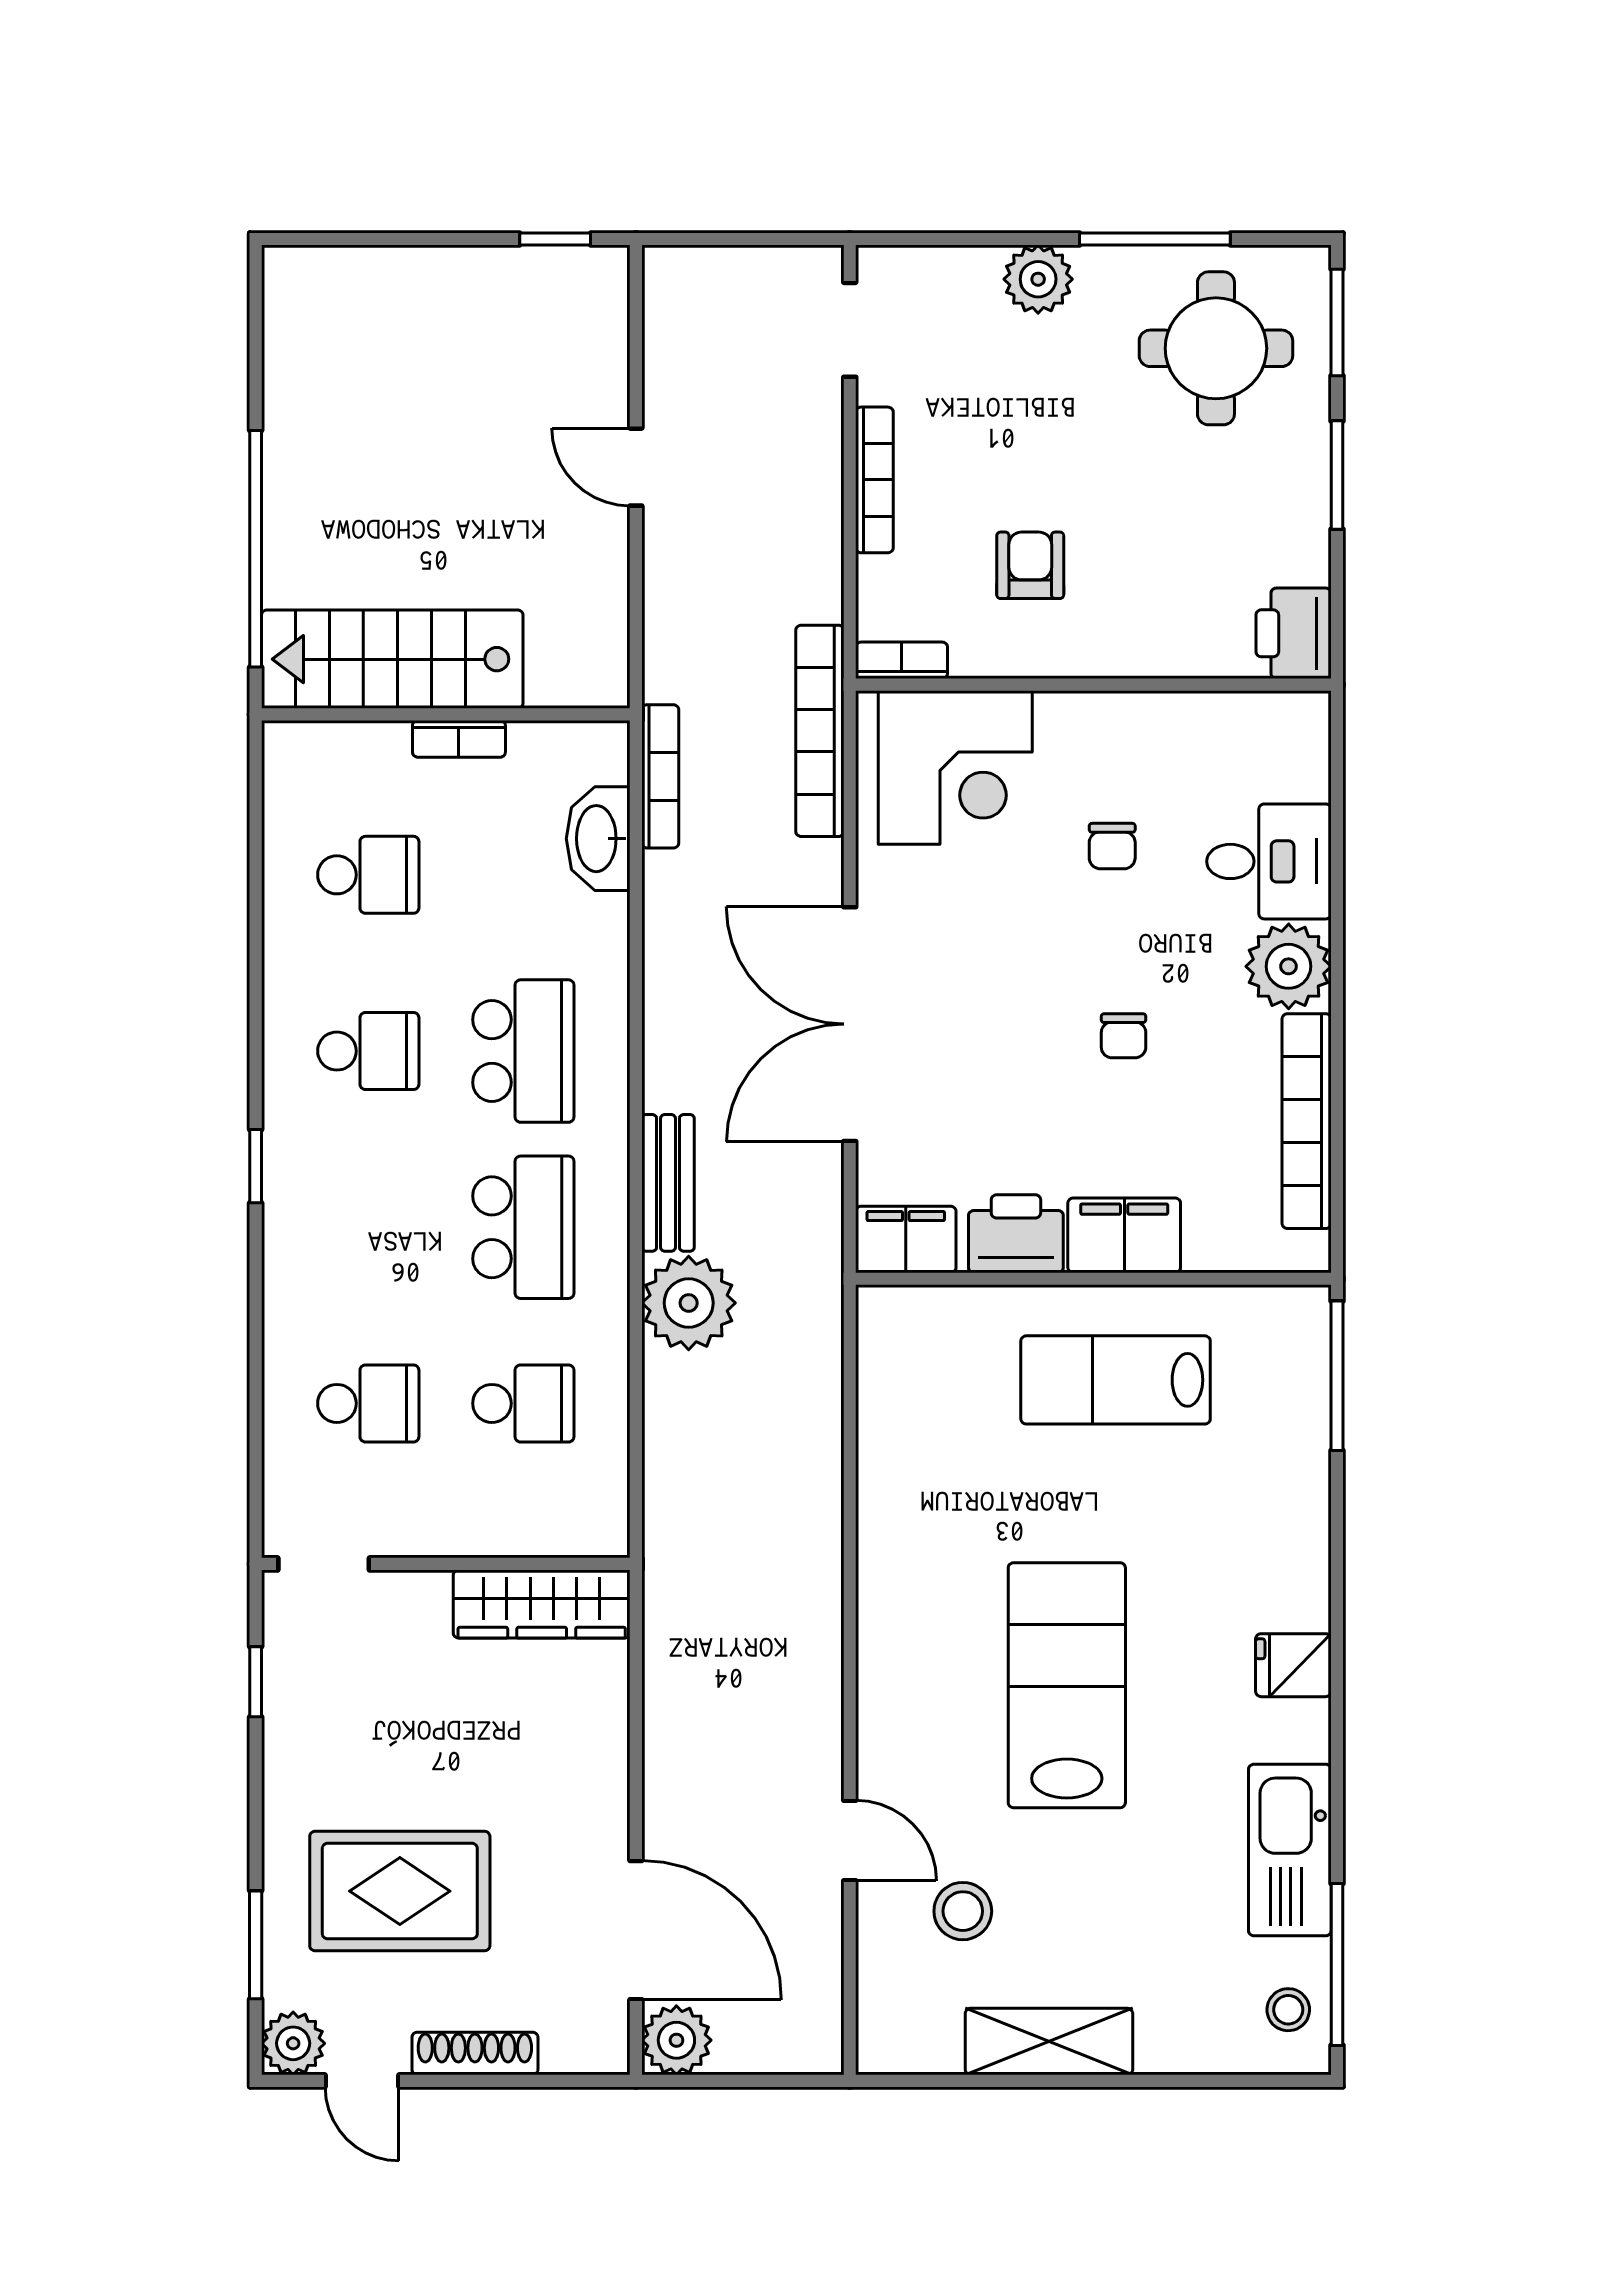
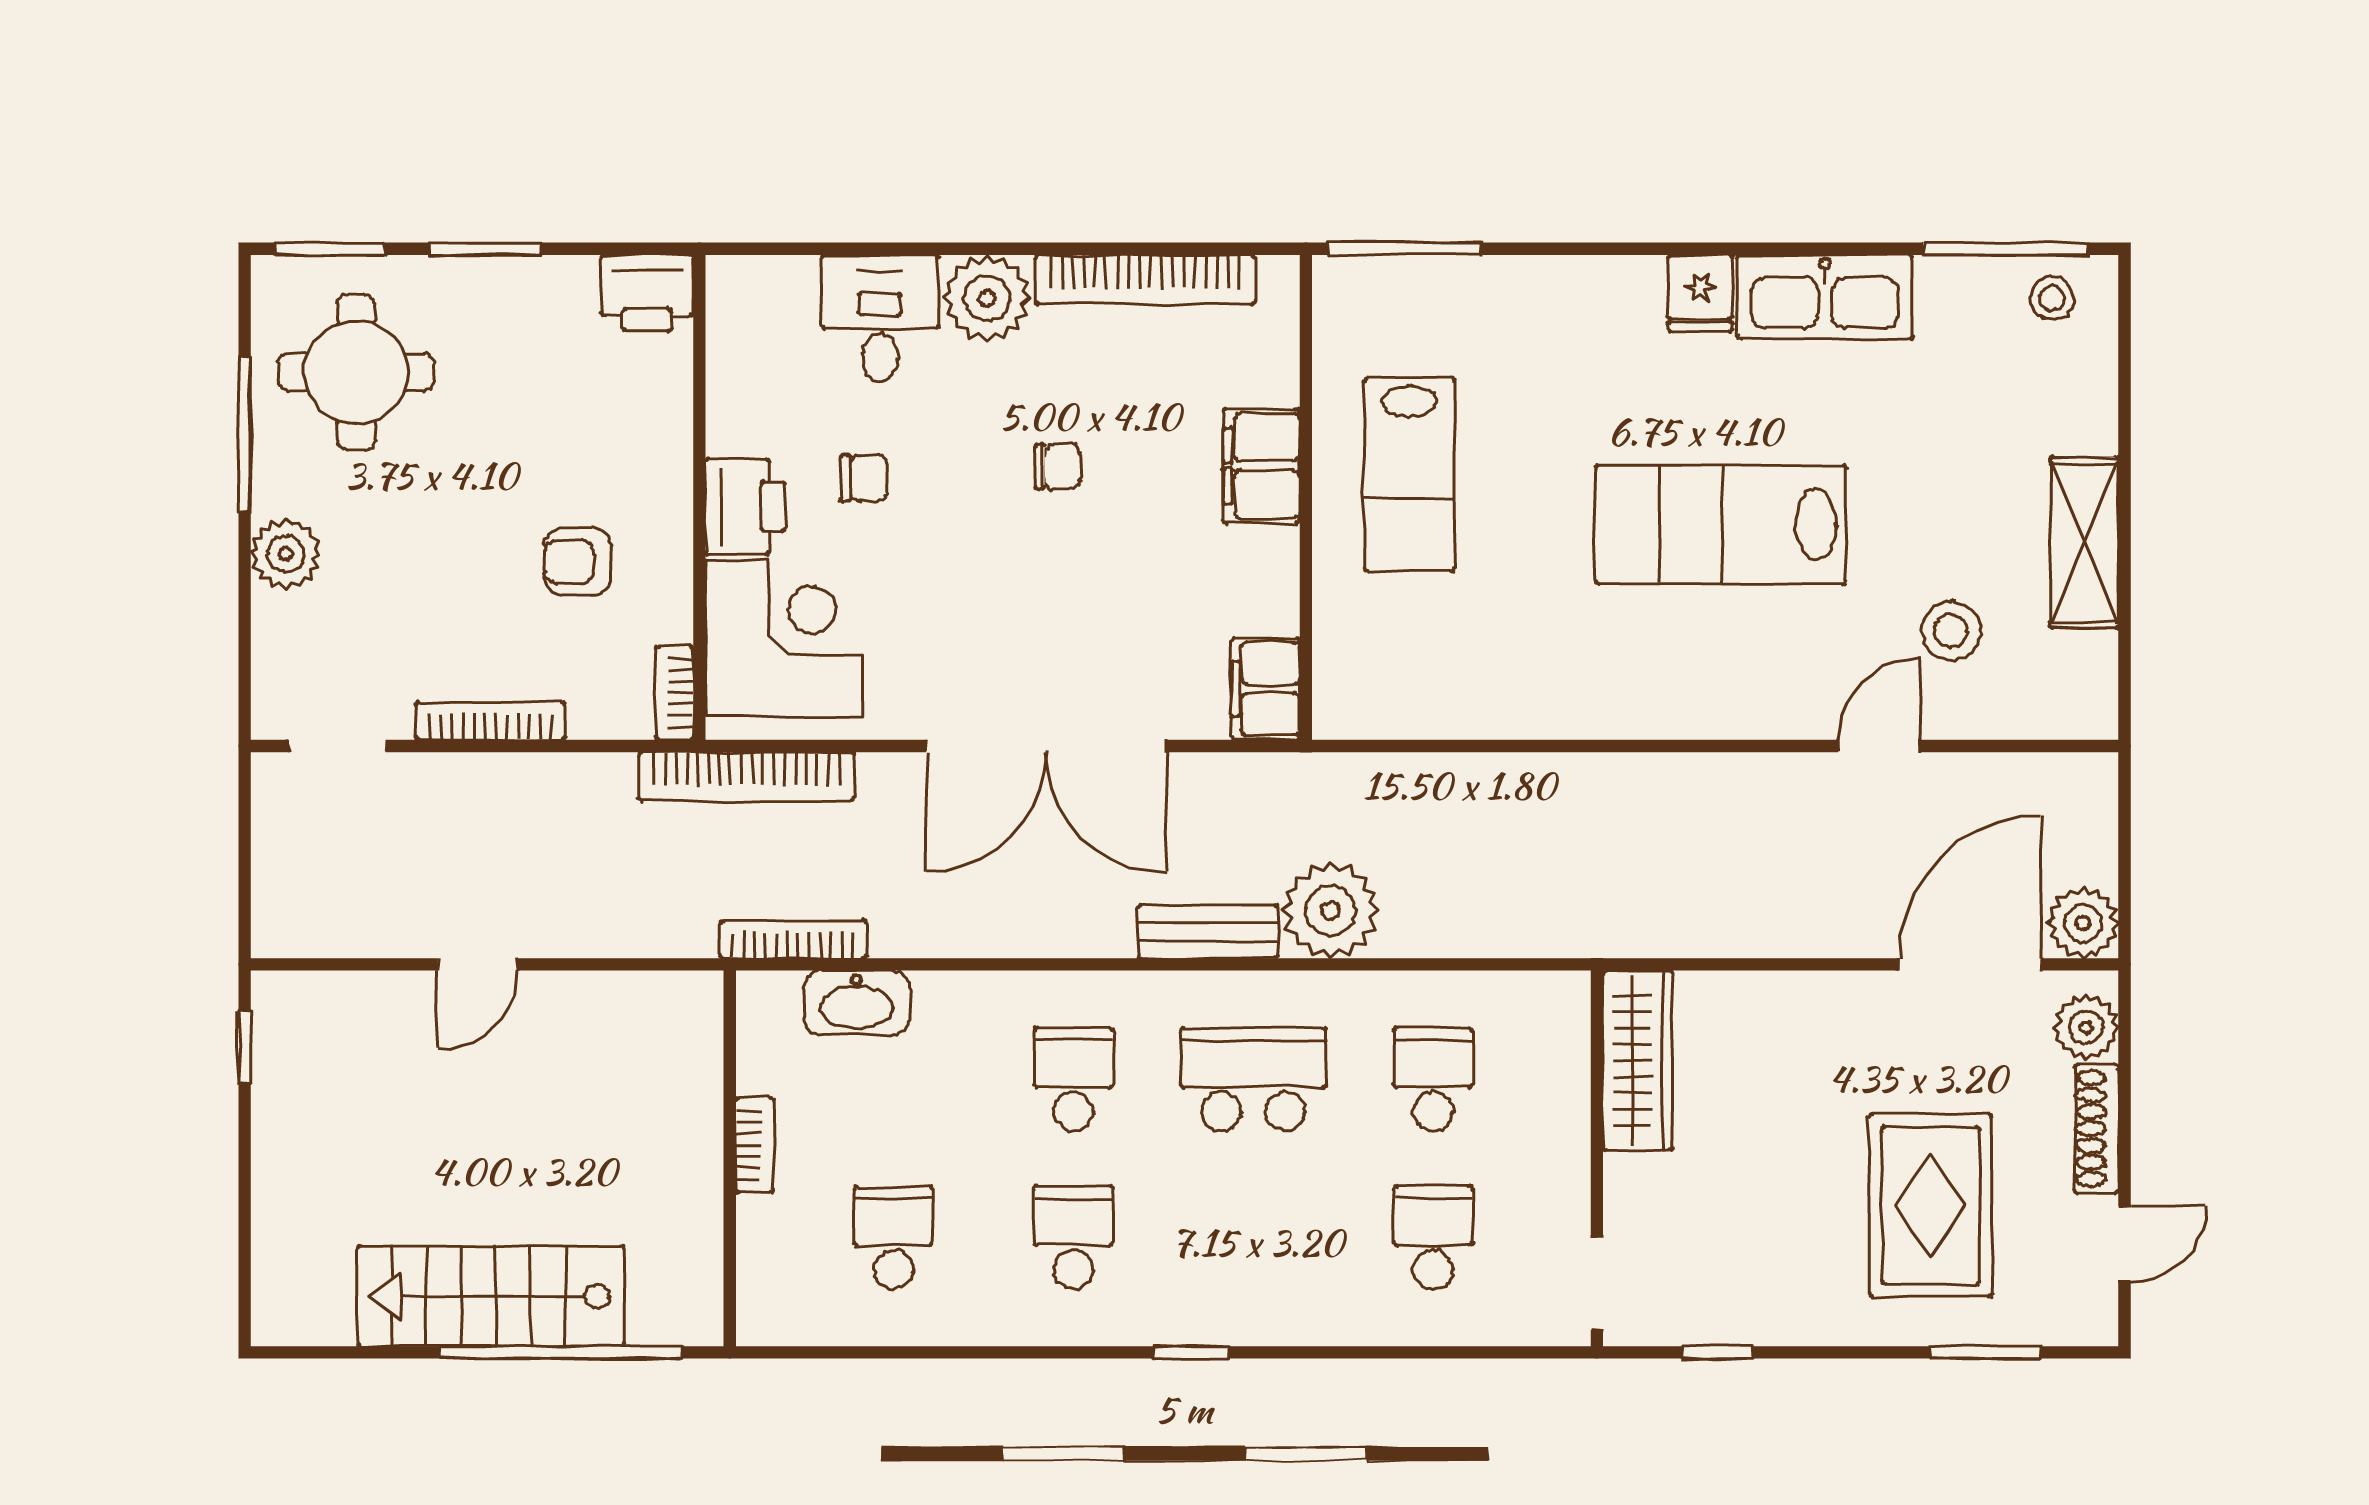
stairs: (392, 659) -> (491, 1296), moved, turned 90
school desk: (523, 1051) -> (1073, 1079), width x0.54
printer: (1016, 1234) -> (745, 507), moved, turned 180
kitchen sink: (1290, 1850) -> (1825, 297), moved
plant: (293, 2043) -> (2086, 1027), moved

